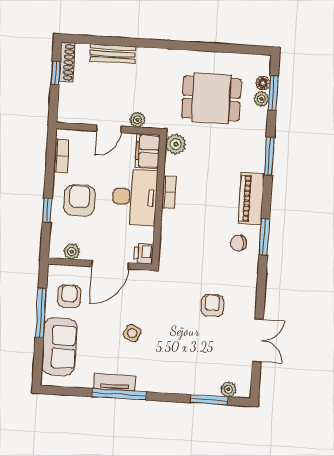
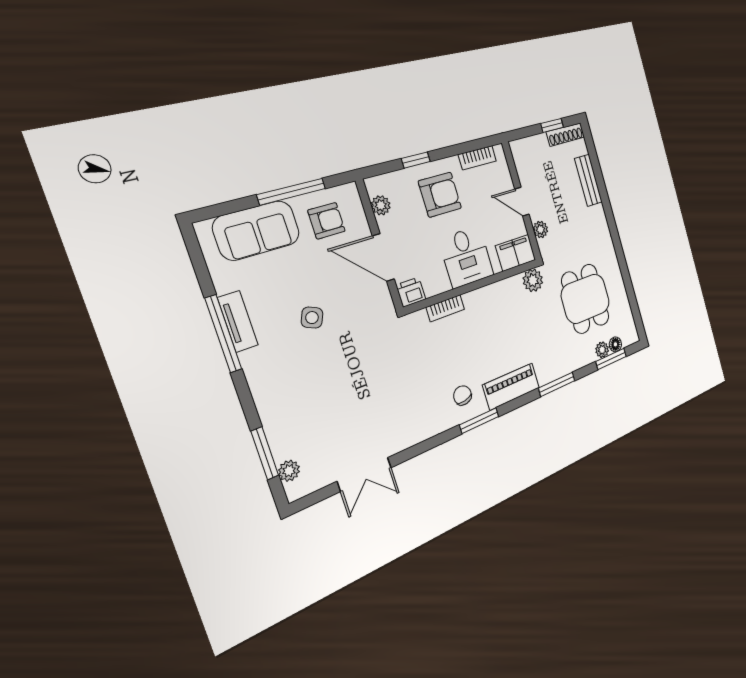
bookcase: (169, 192) -> (445, 308), moved
desk: (135, 197) -> (466, 257), width x0.73
armchair: (212, 305) -> (384, 400), removed

